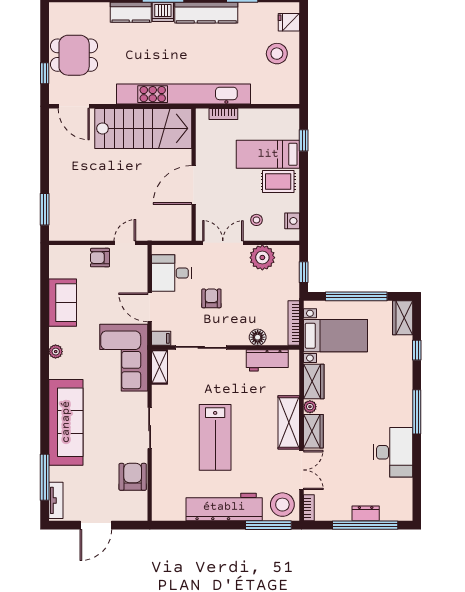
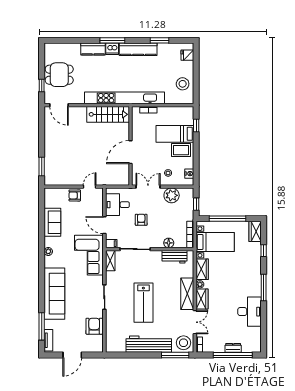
stool: (277, 54) -> (183, 84), moved
stairs: (143, 128) -> (108, 114), width x0.73, depth x0.66

